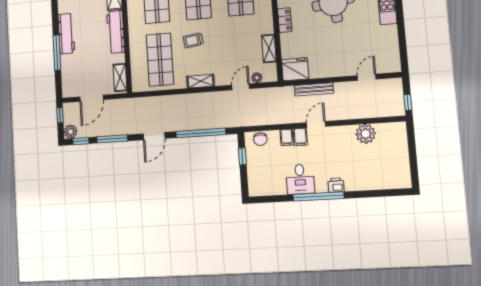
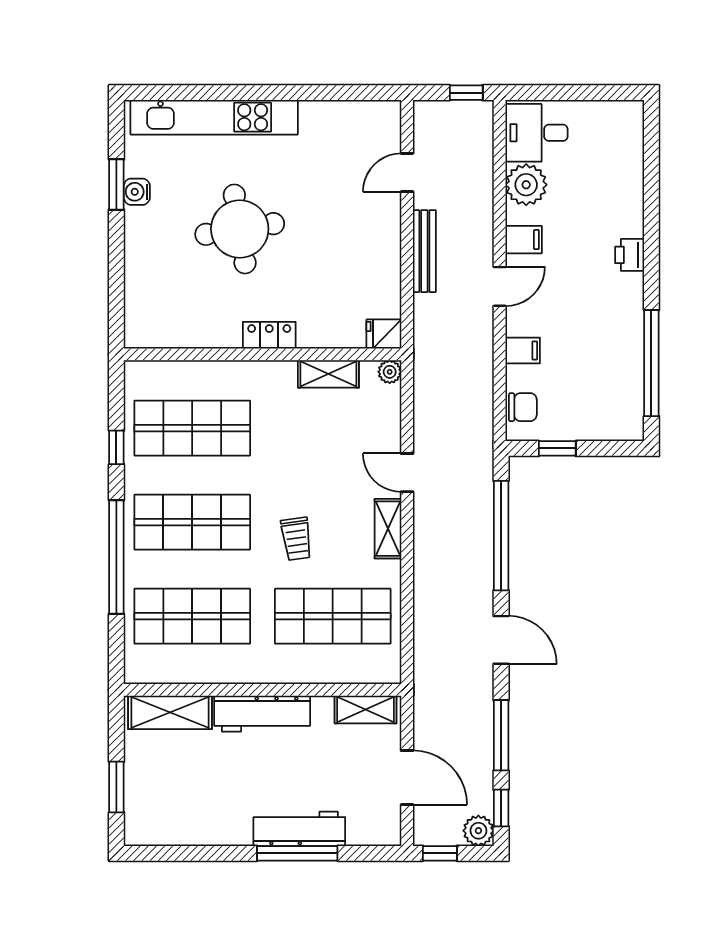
workbench: (66, 34) -> (299, 829), moved
fridge: (295, 69) -> (384, 334), width x0.53, depth x0.75
door: (367, 77) -> (407, 172), hinge flipped
plant: (257, 78) -> (390, 372), moved
door: (241, 87) -> (407, 473), moved
bench: (314, 89) -> (424, 251), moved
door: (316, 125) -> (500, 286), swing flipped
filing cabinet: (300, 137) -> (524, 240), moved
desk: (300, 179) -> (537, 133), moved, turned 180
window: (318, 196) -> (651, 363), moved

